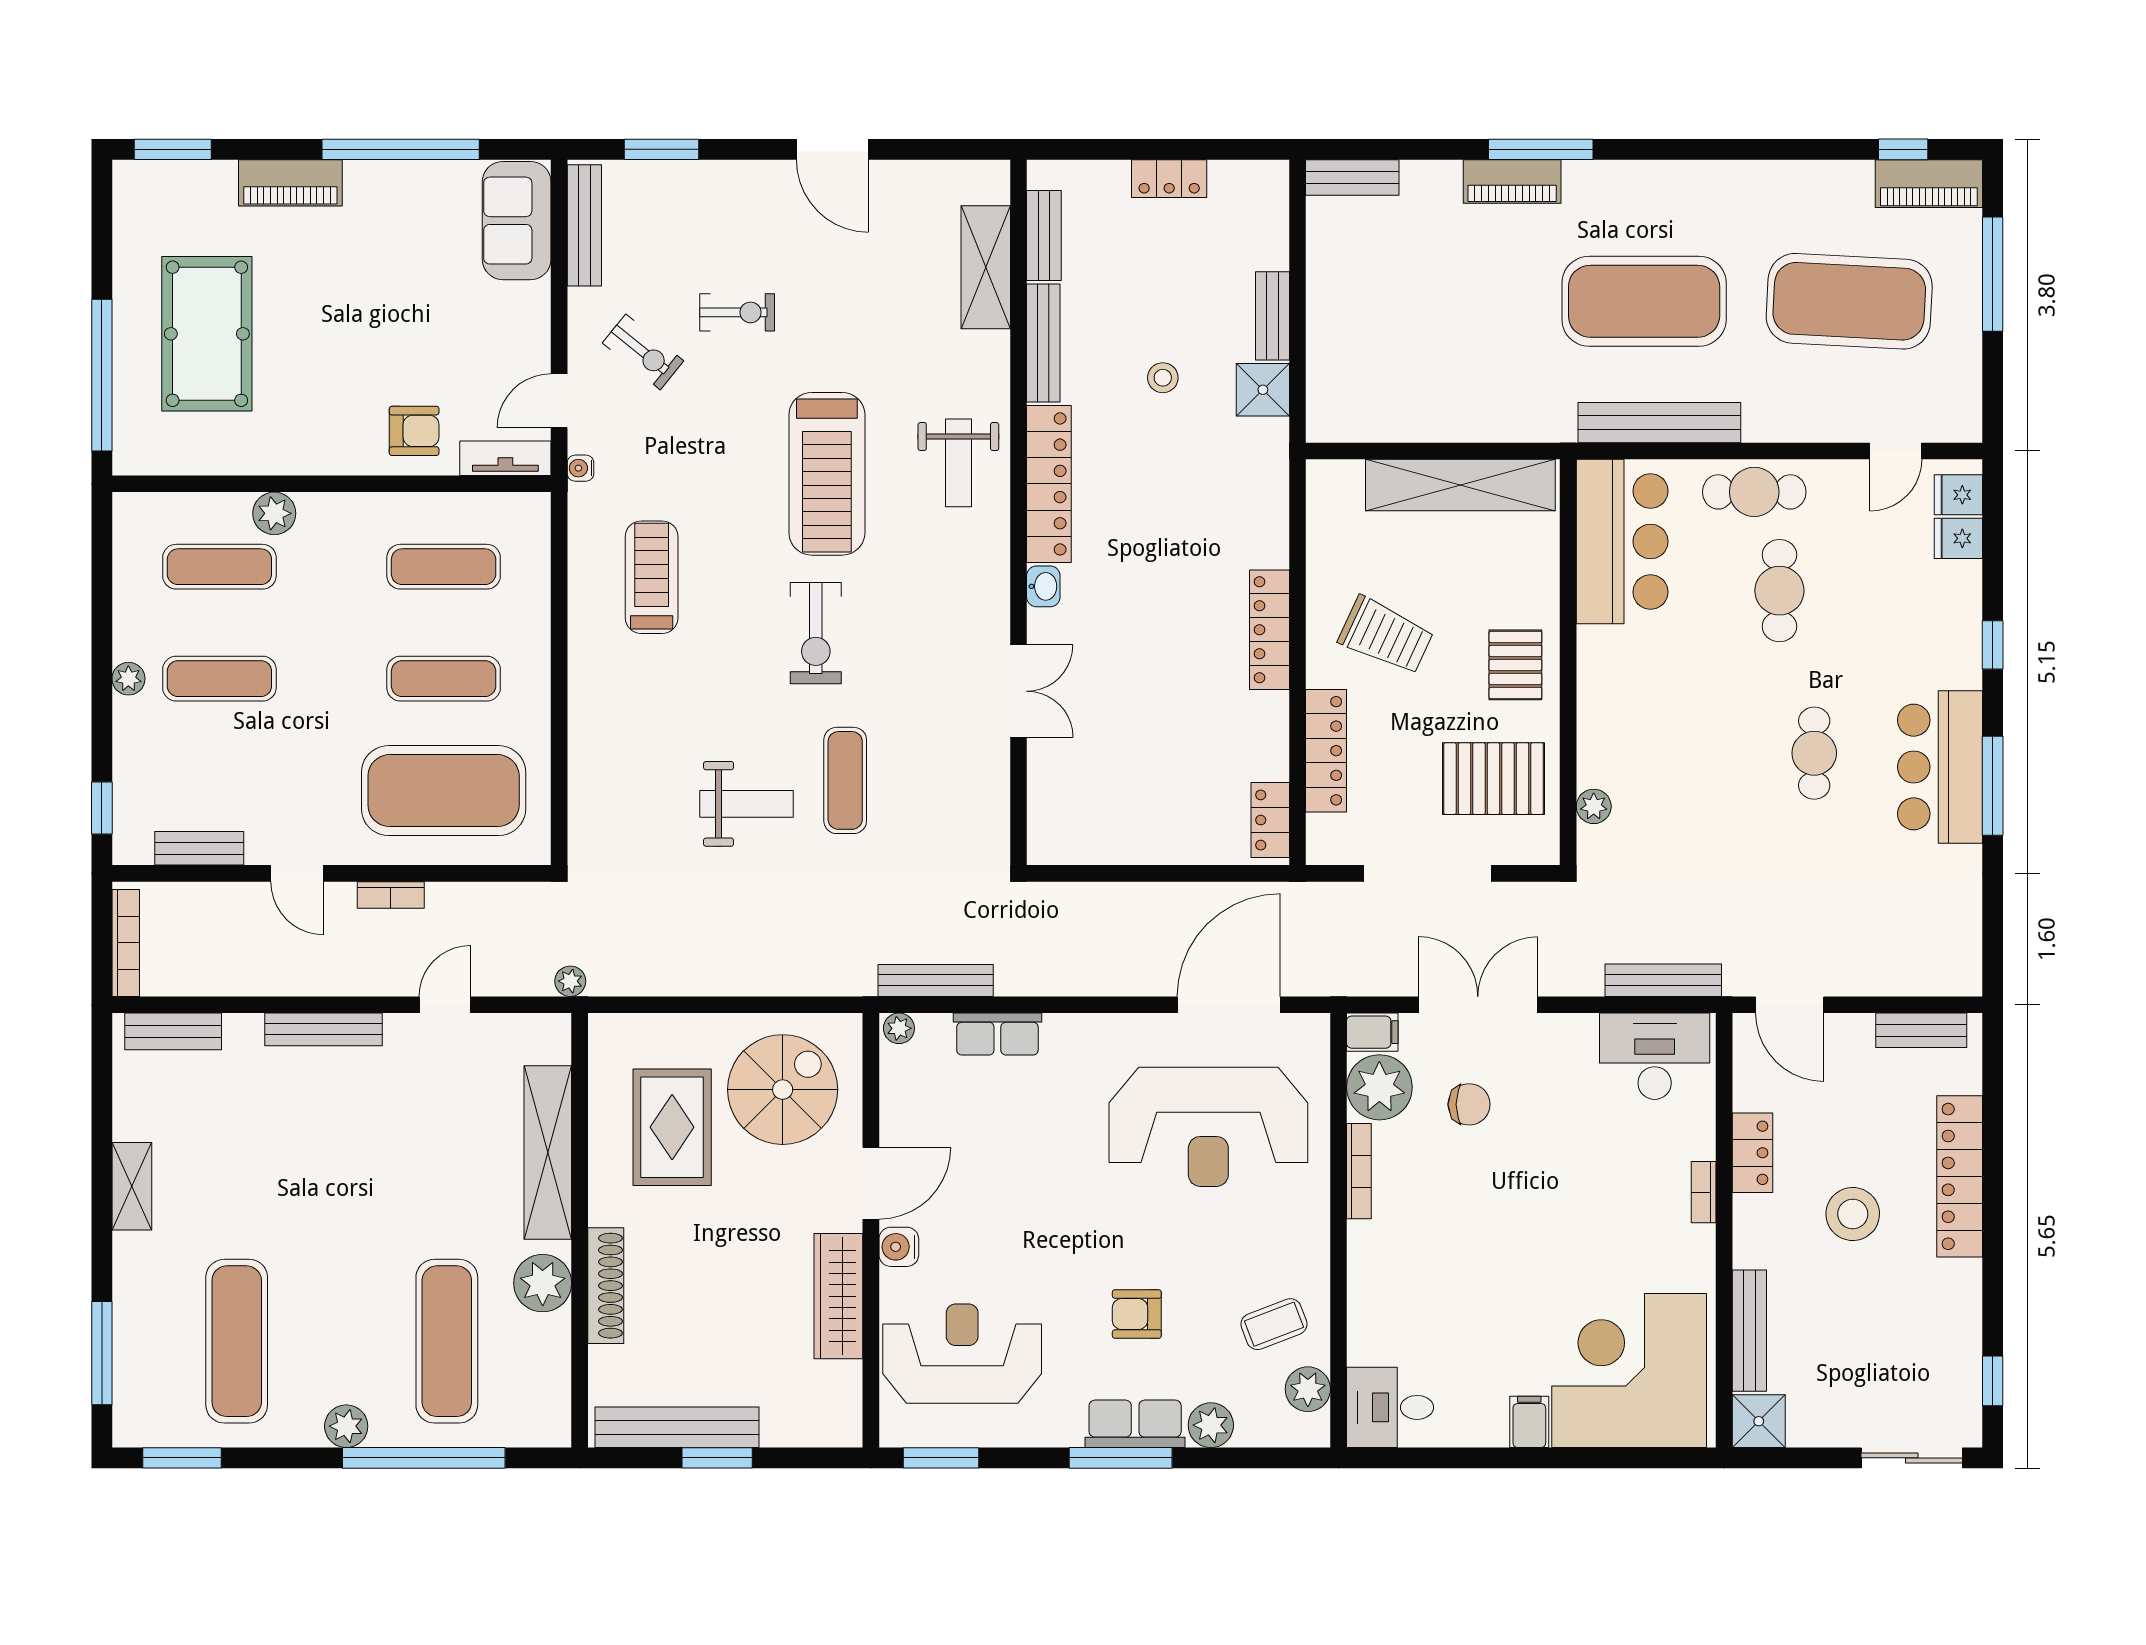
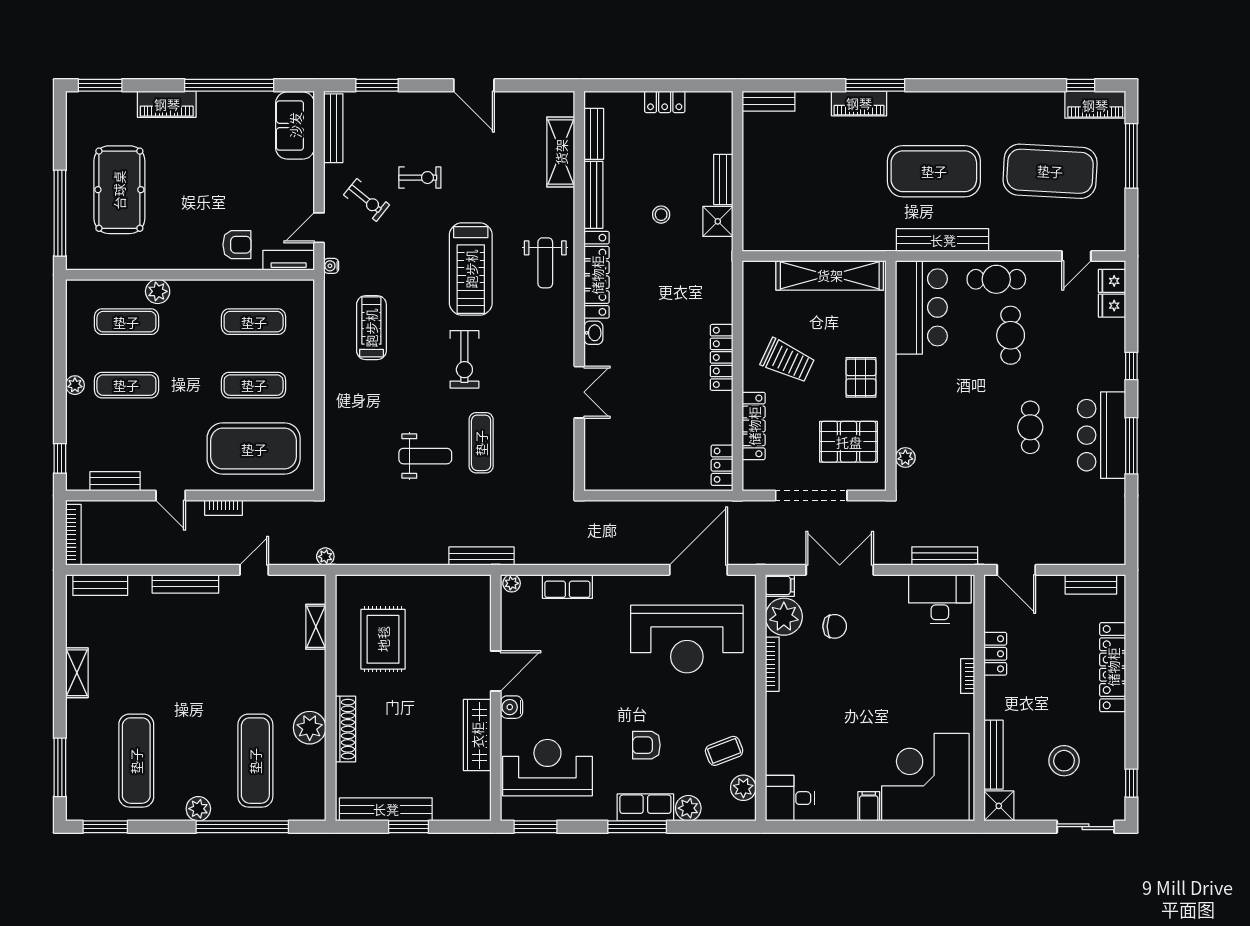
bench: (936, 980) -> (481, 556), moved
spiral stairs: (783, 1090) -> (446, 618), removed
shelving: (548, 1152) -> (316, 627), width x0.45, depth x0.75
stool: (1853, 1214) -> (1064, 761), moved

